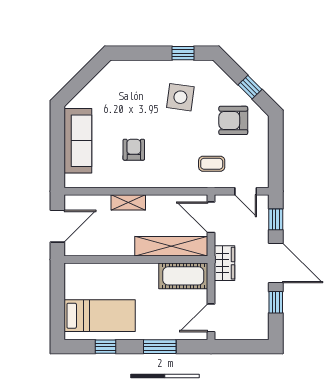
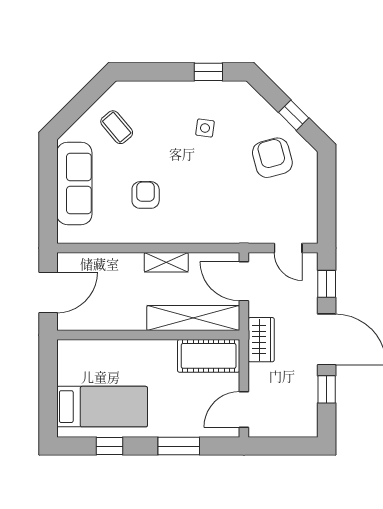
side table: (180, 97) -> (205, 128), width x0.54, depth x0.54
armchair: (233, 120) -> (272, 158), turned 75
coffee table: (212, 164) -> (117, 127), moved, turned 50
shelving: (128, 202) -> (166, 262), moved

